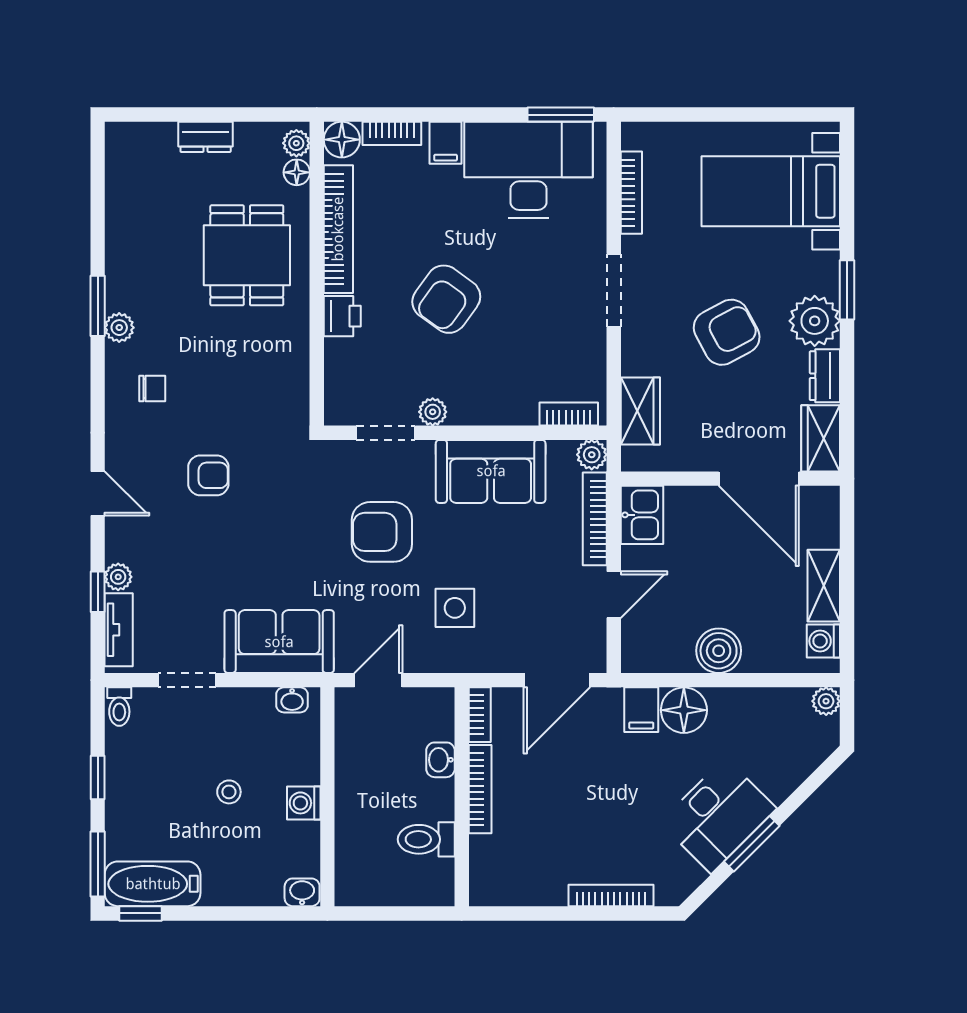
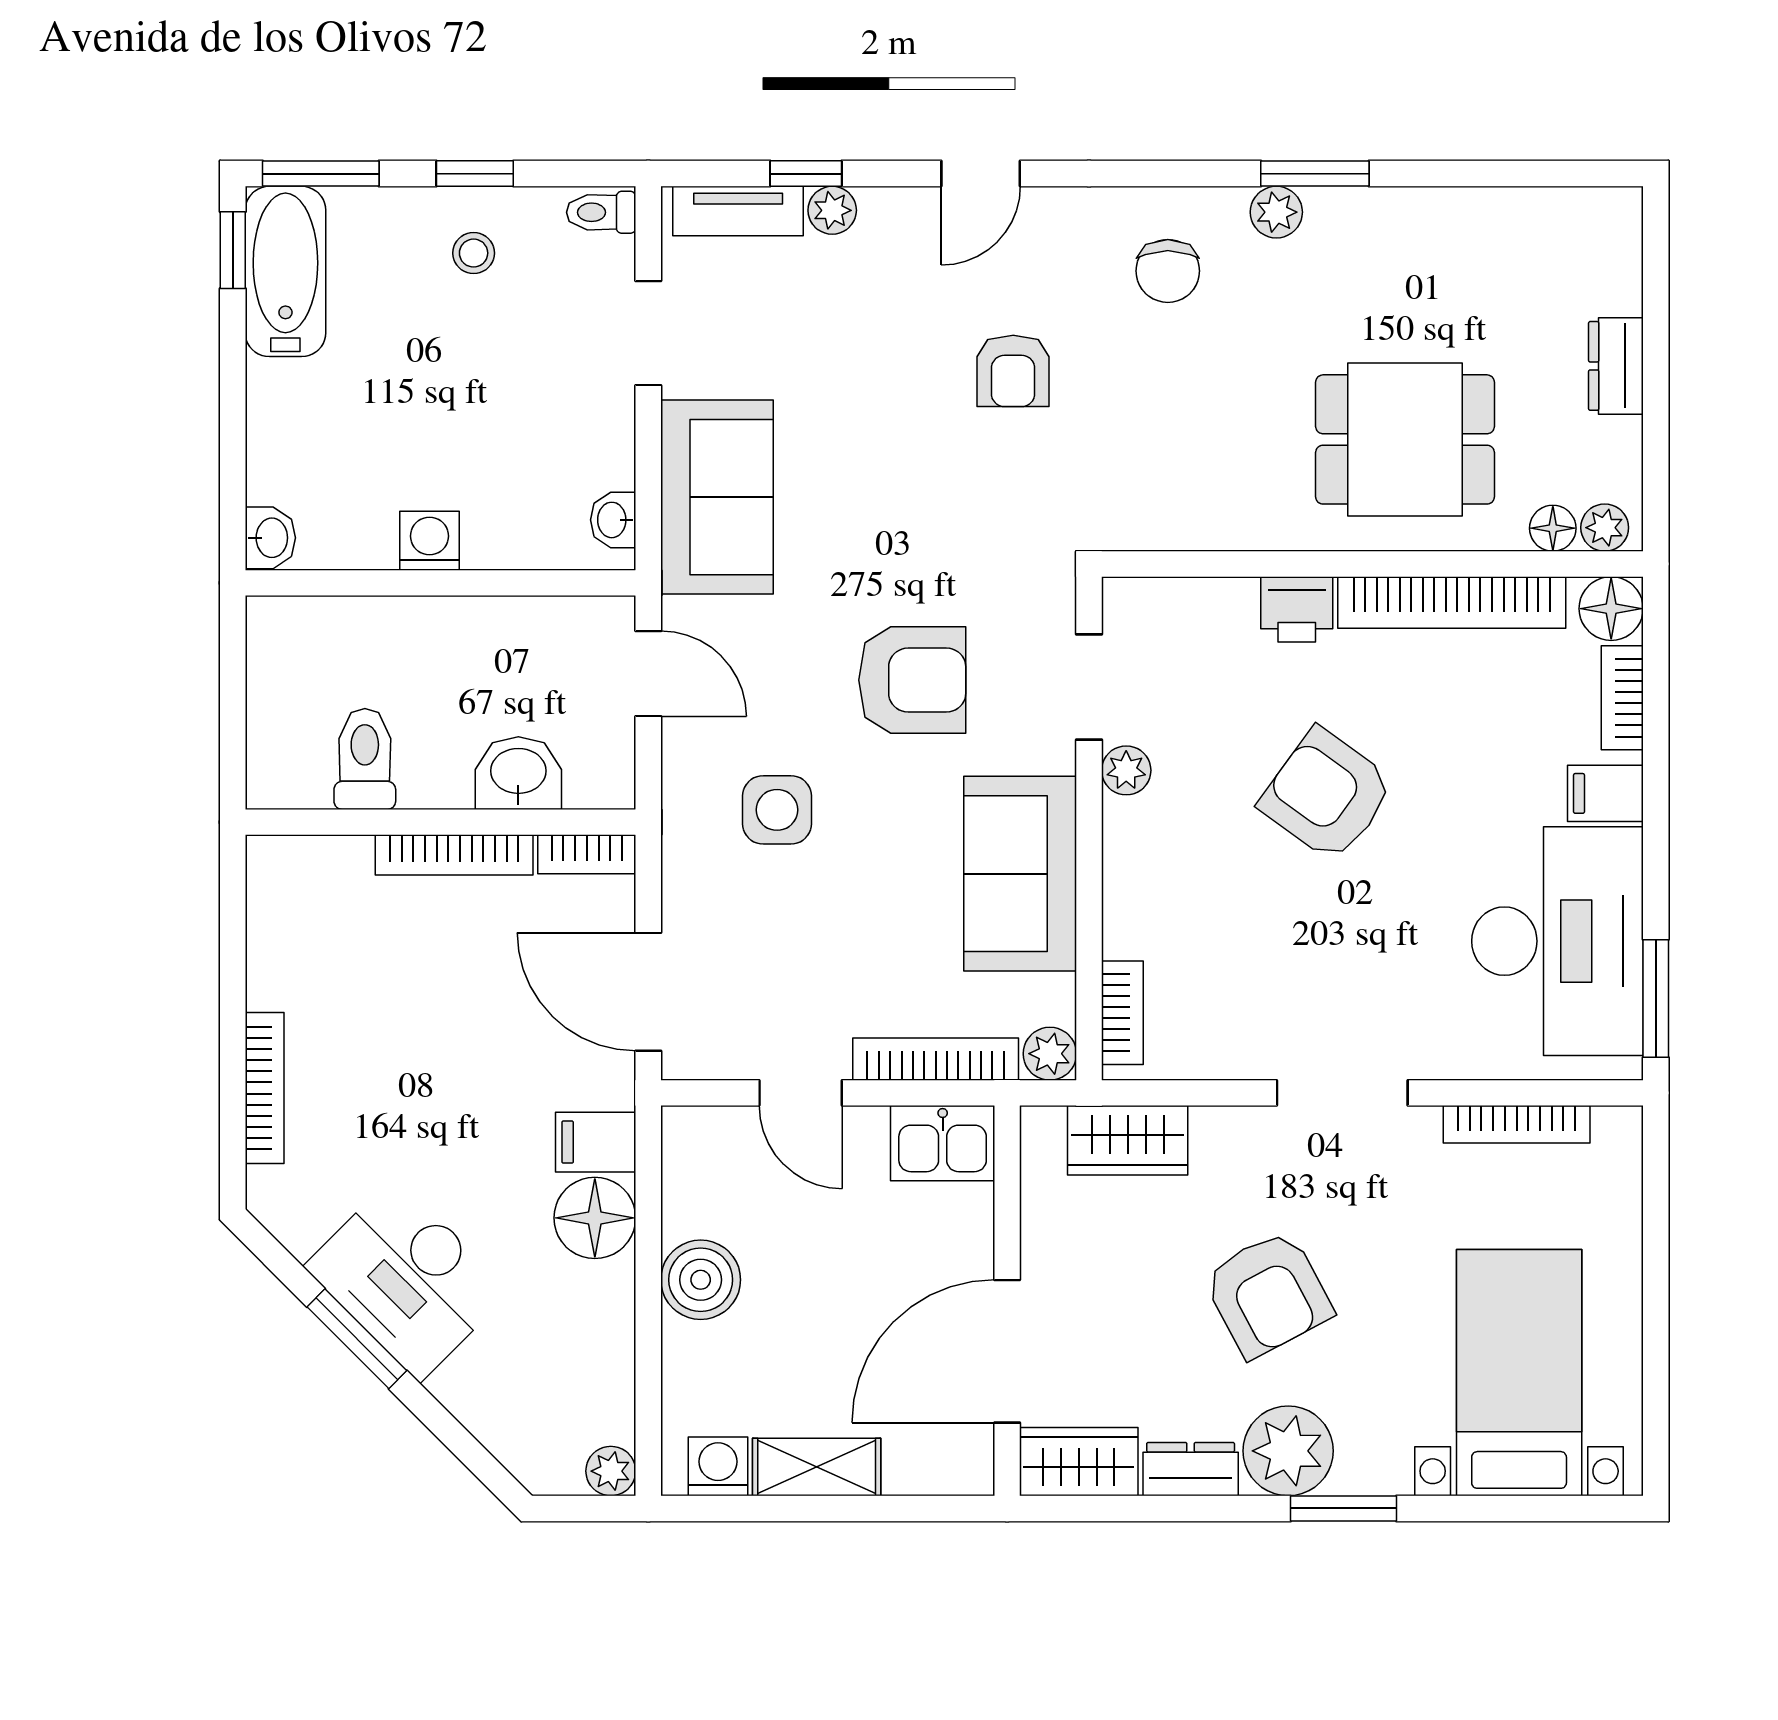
chair: (152, 388) -> (1168, 271), width x1.37, depth x1.37
armchair: (382, 532) -> (912, 680), turned 90
washbasin: (440, 760) -> (518, 773), width x1.38, depth x1.45
stool: (229, 792) -> (474, 253), moved

